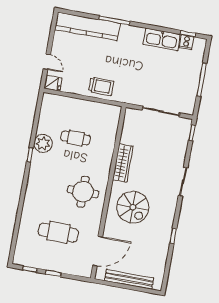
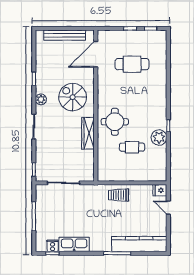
round table: (83, 192) -> (115, 122), moved
plant: (169, 211) -> (41, 99), added

